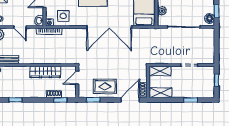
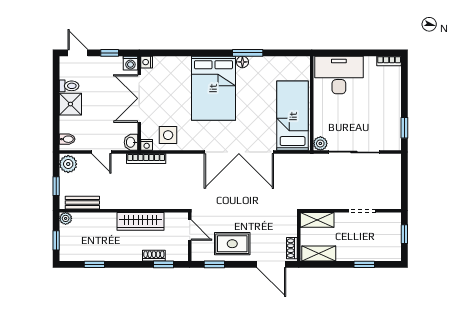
plant: (162, 11) -> (320, 143), moved
floor lamp: (210, 19) -> (394, 139), removed
door: (77, 78) -> (190, 230), swing flipped
door: (130, 100) -> (271, 264), swing flipped

